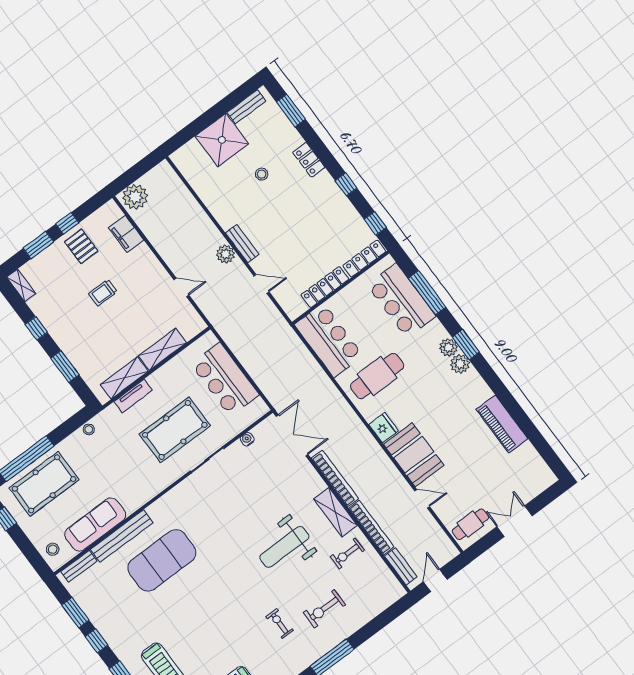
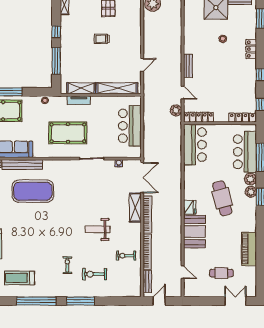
filing cabinet: (126, 234) -> (135, 18), removed
plant: (225, 254) -> (176, 110), moved
door: (181, 287) -> (142, 65), hinge flipped
locker: (325, 287) -> (199, 117), moved
shelving: (162, 349) -> (117, 88), width x1.47
plant: (460, 364) -> (250, 179), moved
window: (65, 367) -> (56, 61), width x1.44
cafe table: (377, 376) -> (222, 198), moved, turned 75
pool table: (175, 430) -> (68, 133), moved
door: (422, 499) -> (183, 272), moved
shelving: (335, 512) -> (135, 208), moved
double door: (514, 521) -> (235, 301), moved
cafe table: (470, 524) -> (221, 273), moved
weight bench: (284, 547) -> (98, 229), width x0.73, depth x0.75

